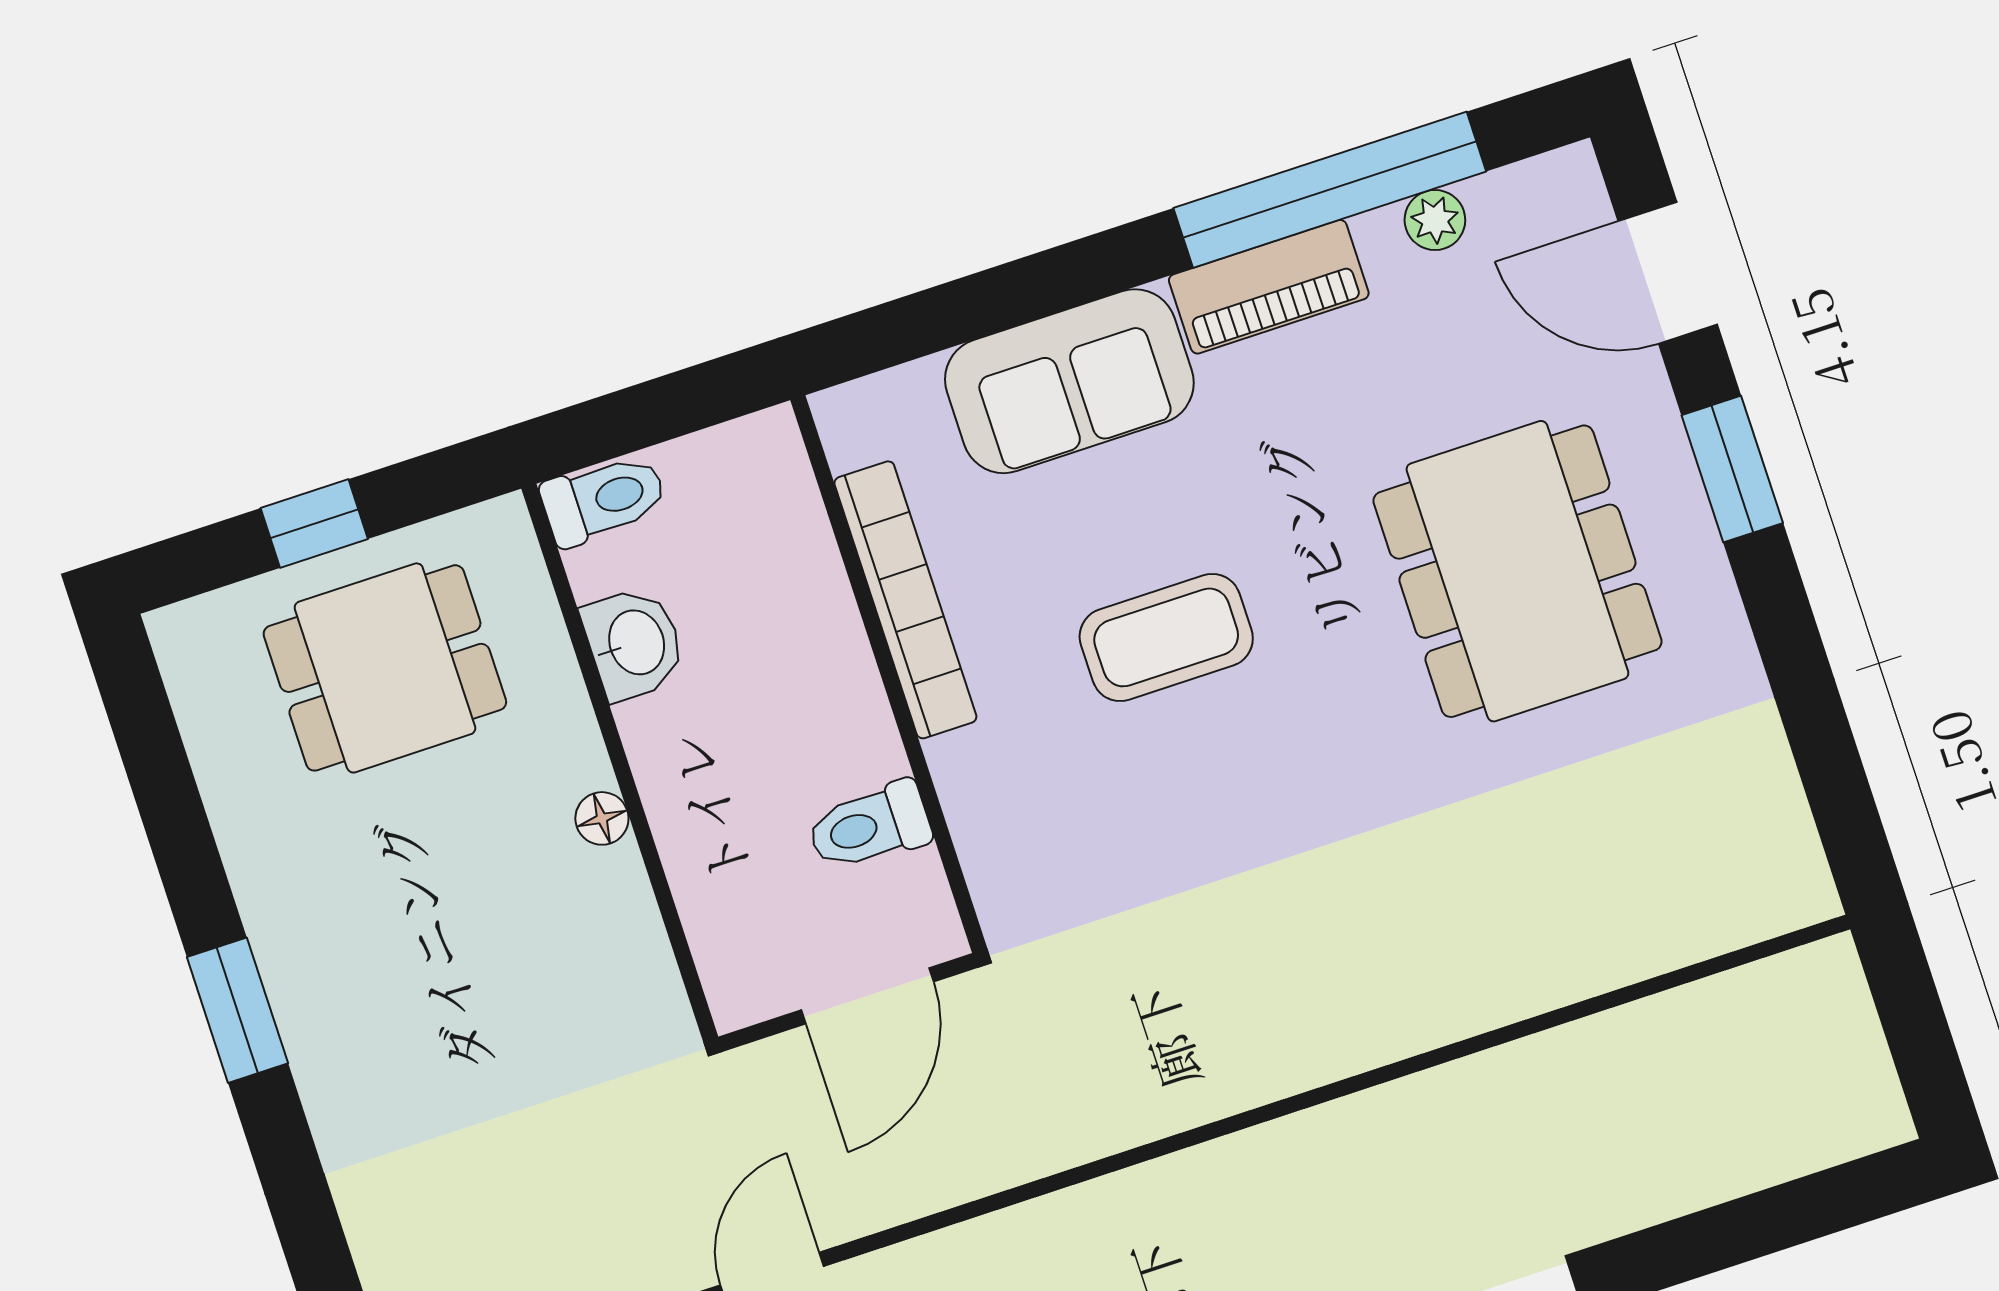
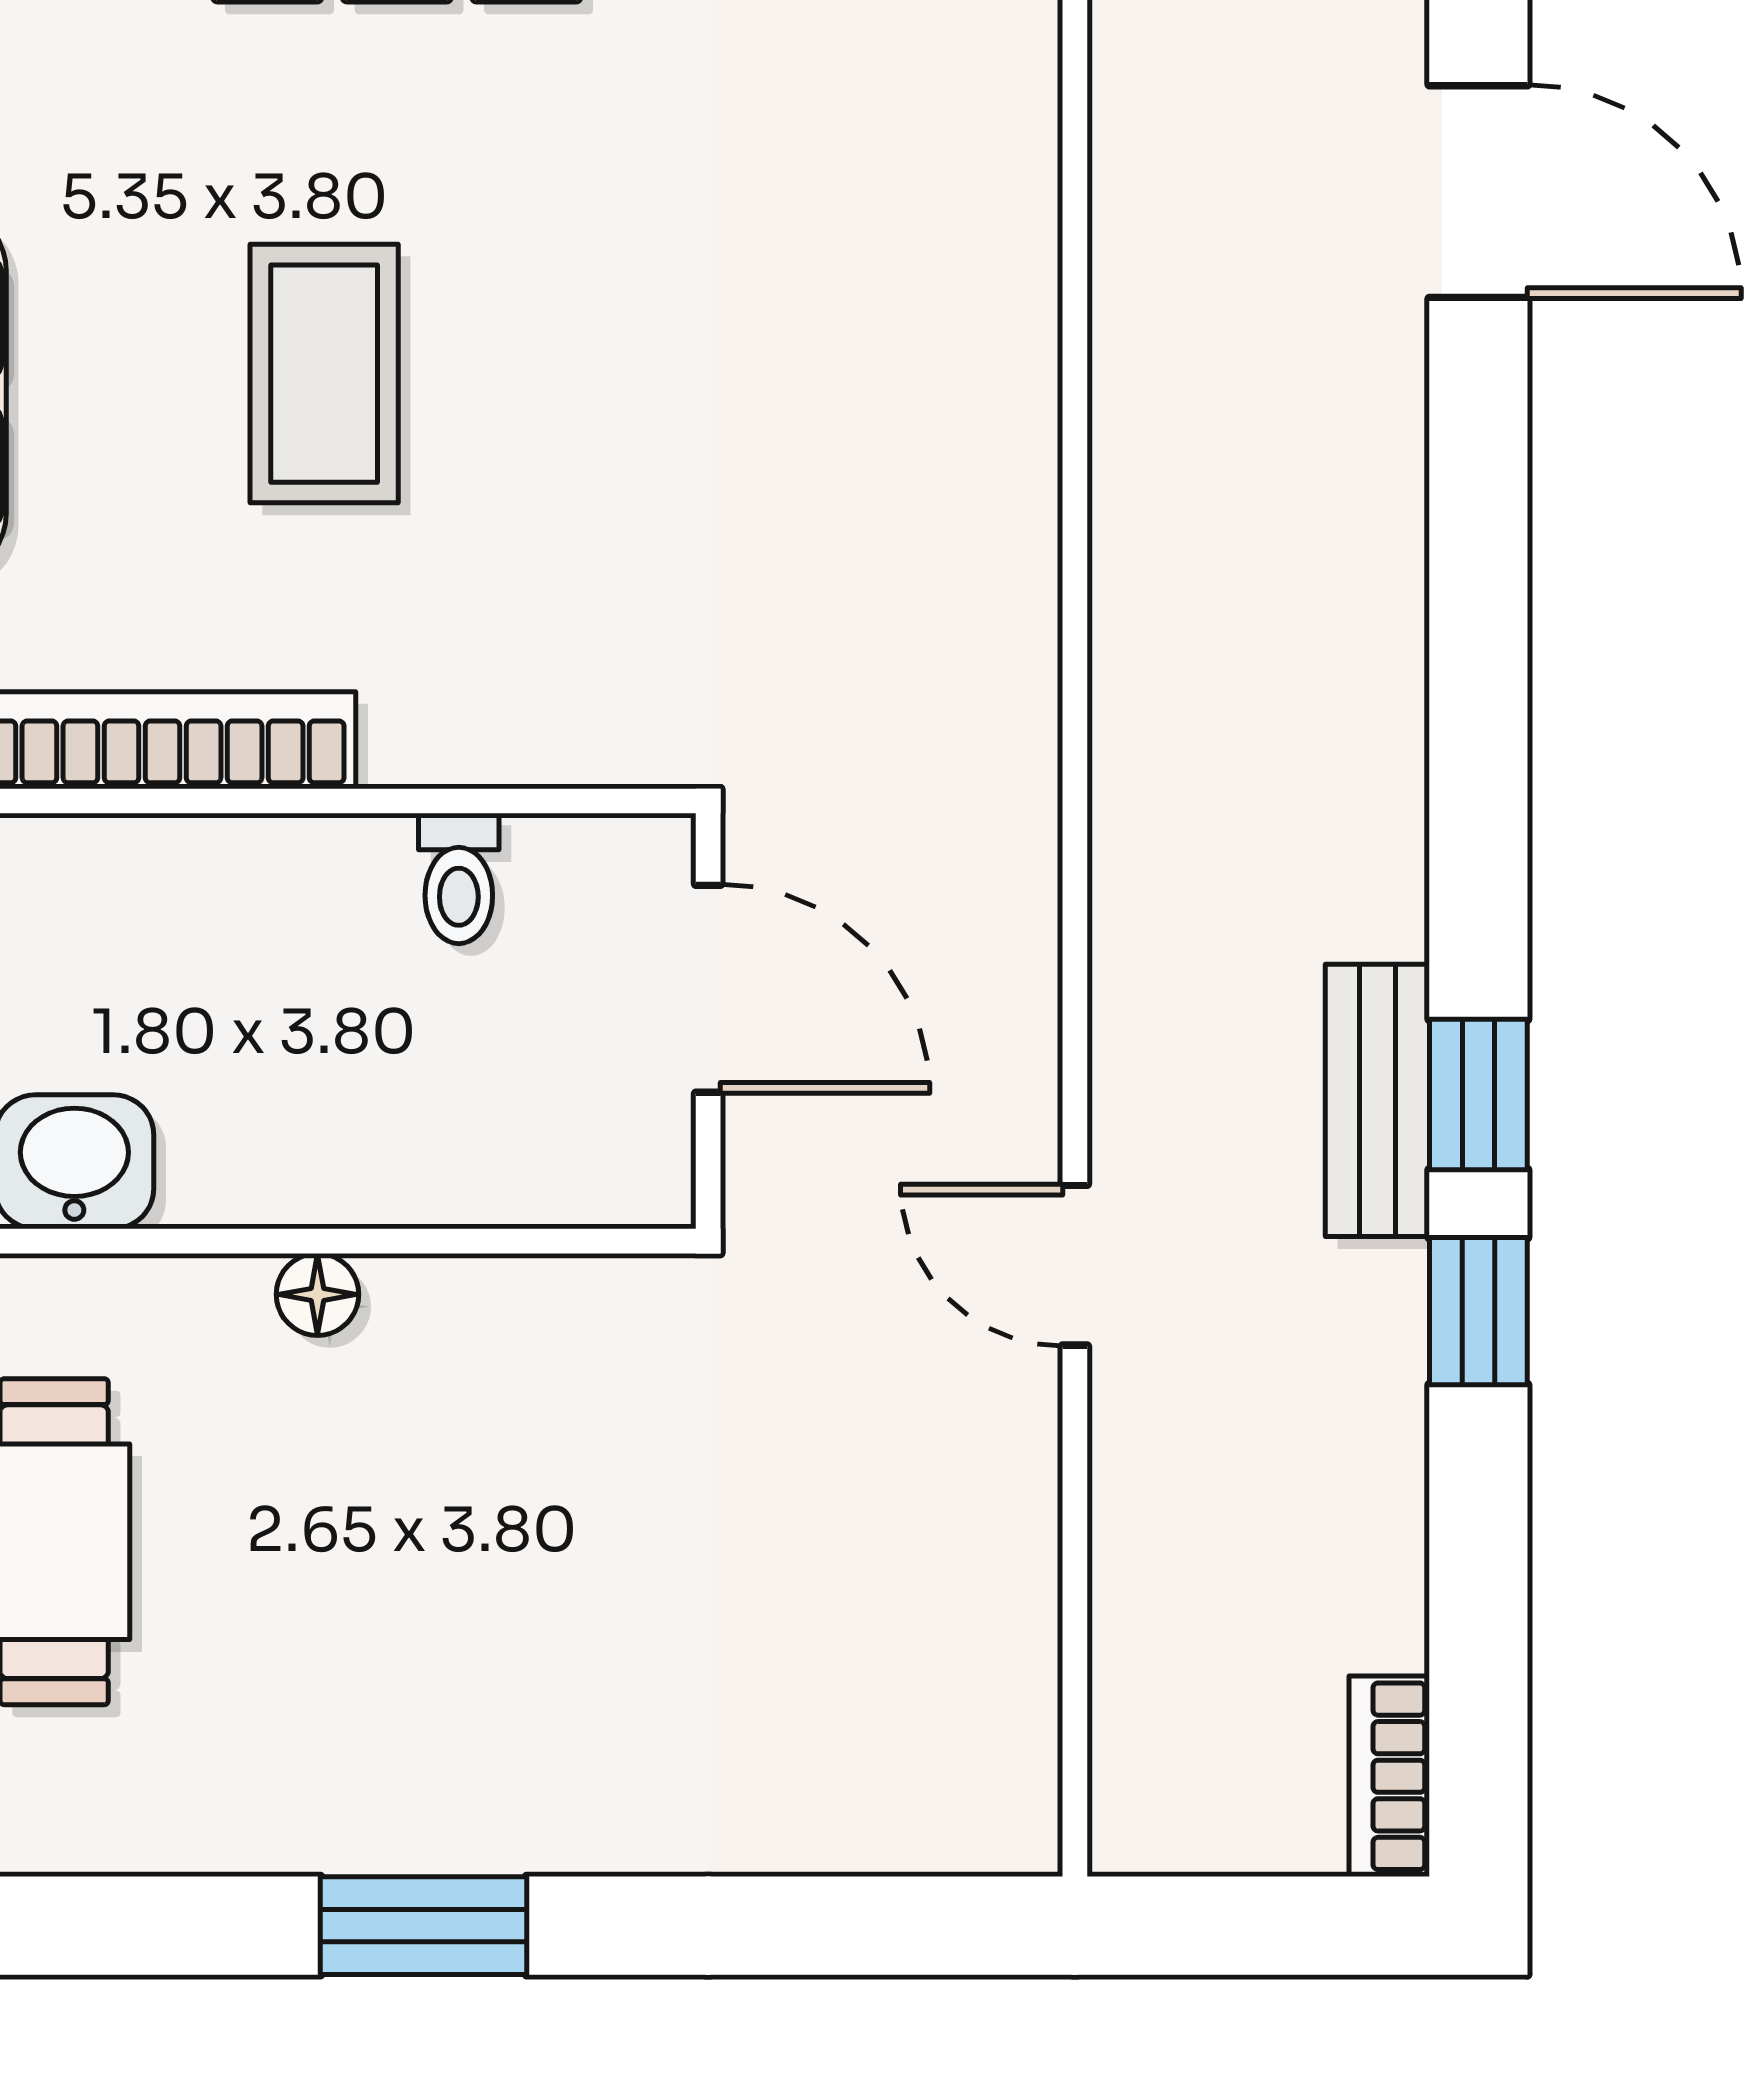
toilet: (869, 826) -> (459, 878), width x0.73, depth x0.72

